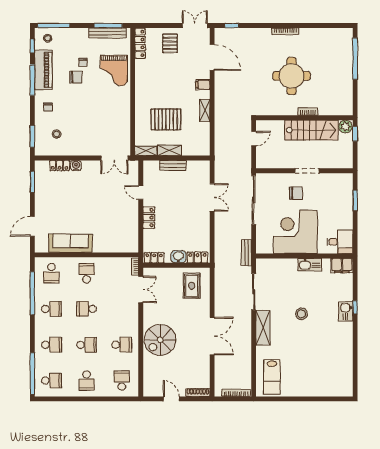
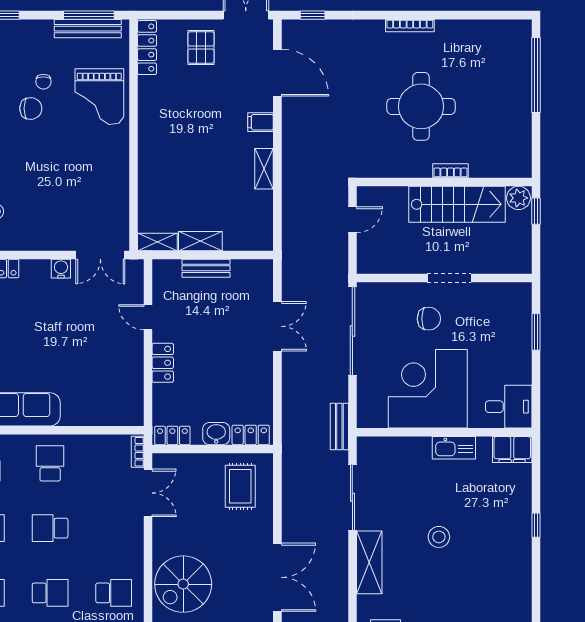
pallet: (166, 119) -> (194, 185), removed
water cooler: (76, 166) -> (61, 269), moved
kitchen sink: (346, 311) -> (519, 533), removed

